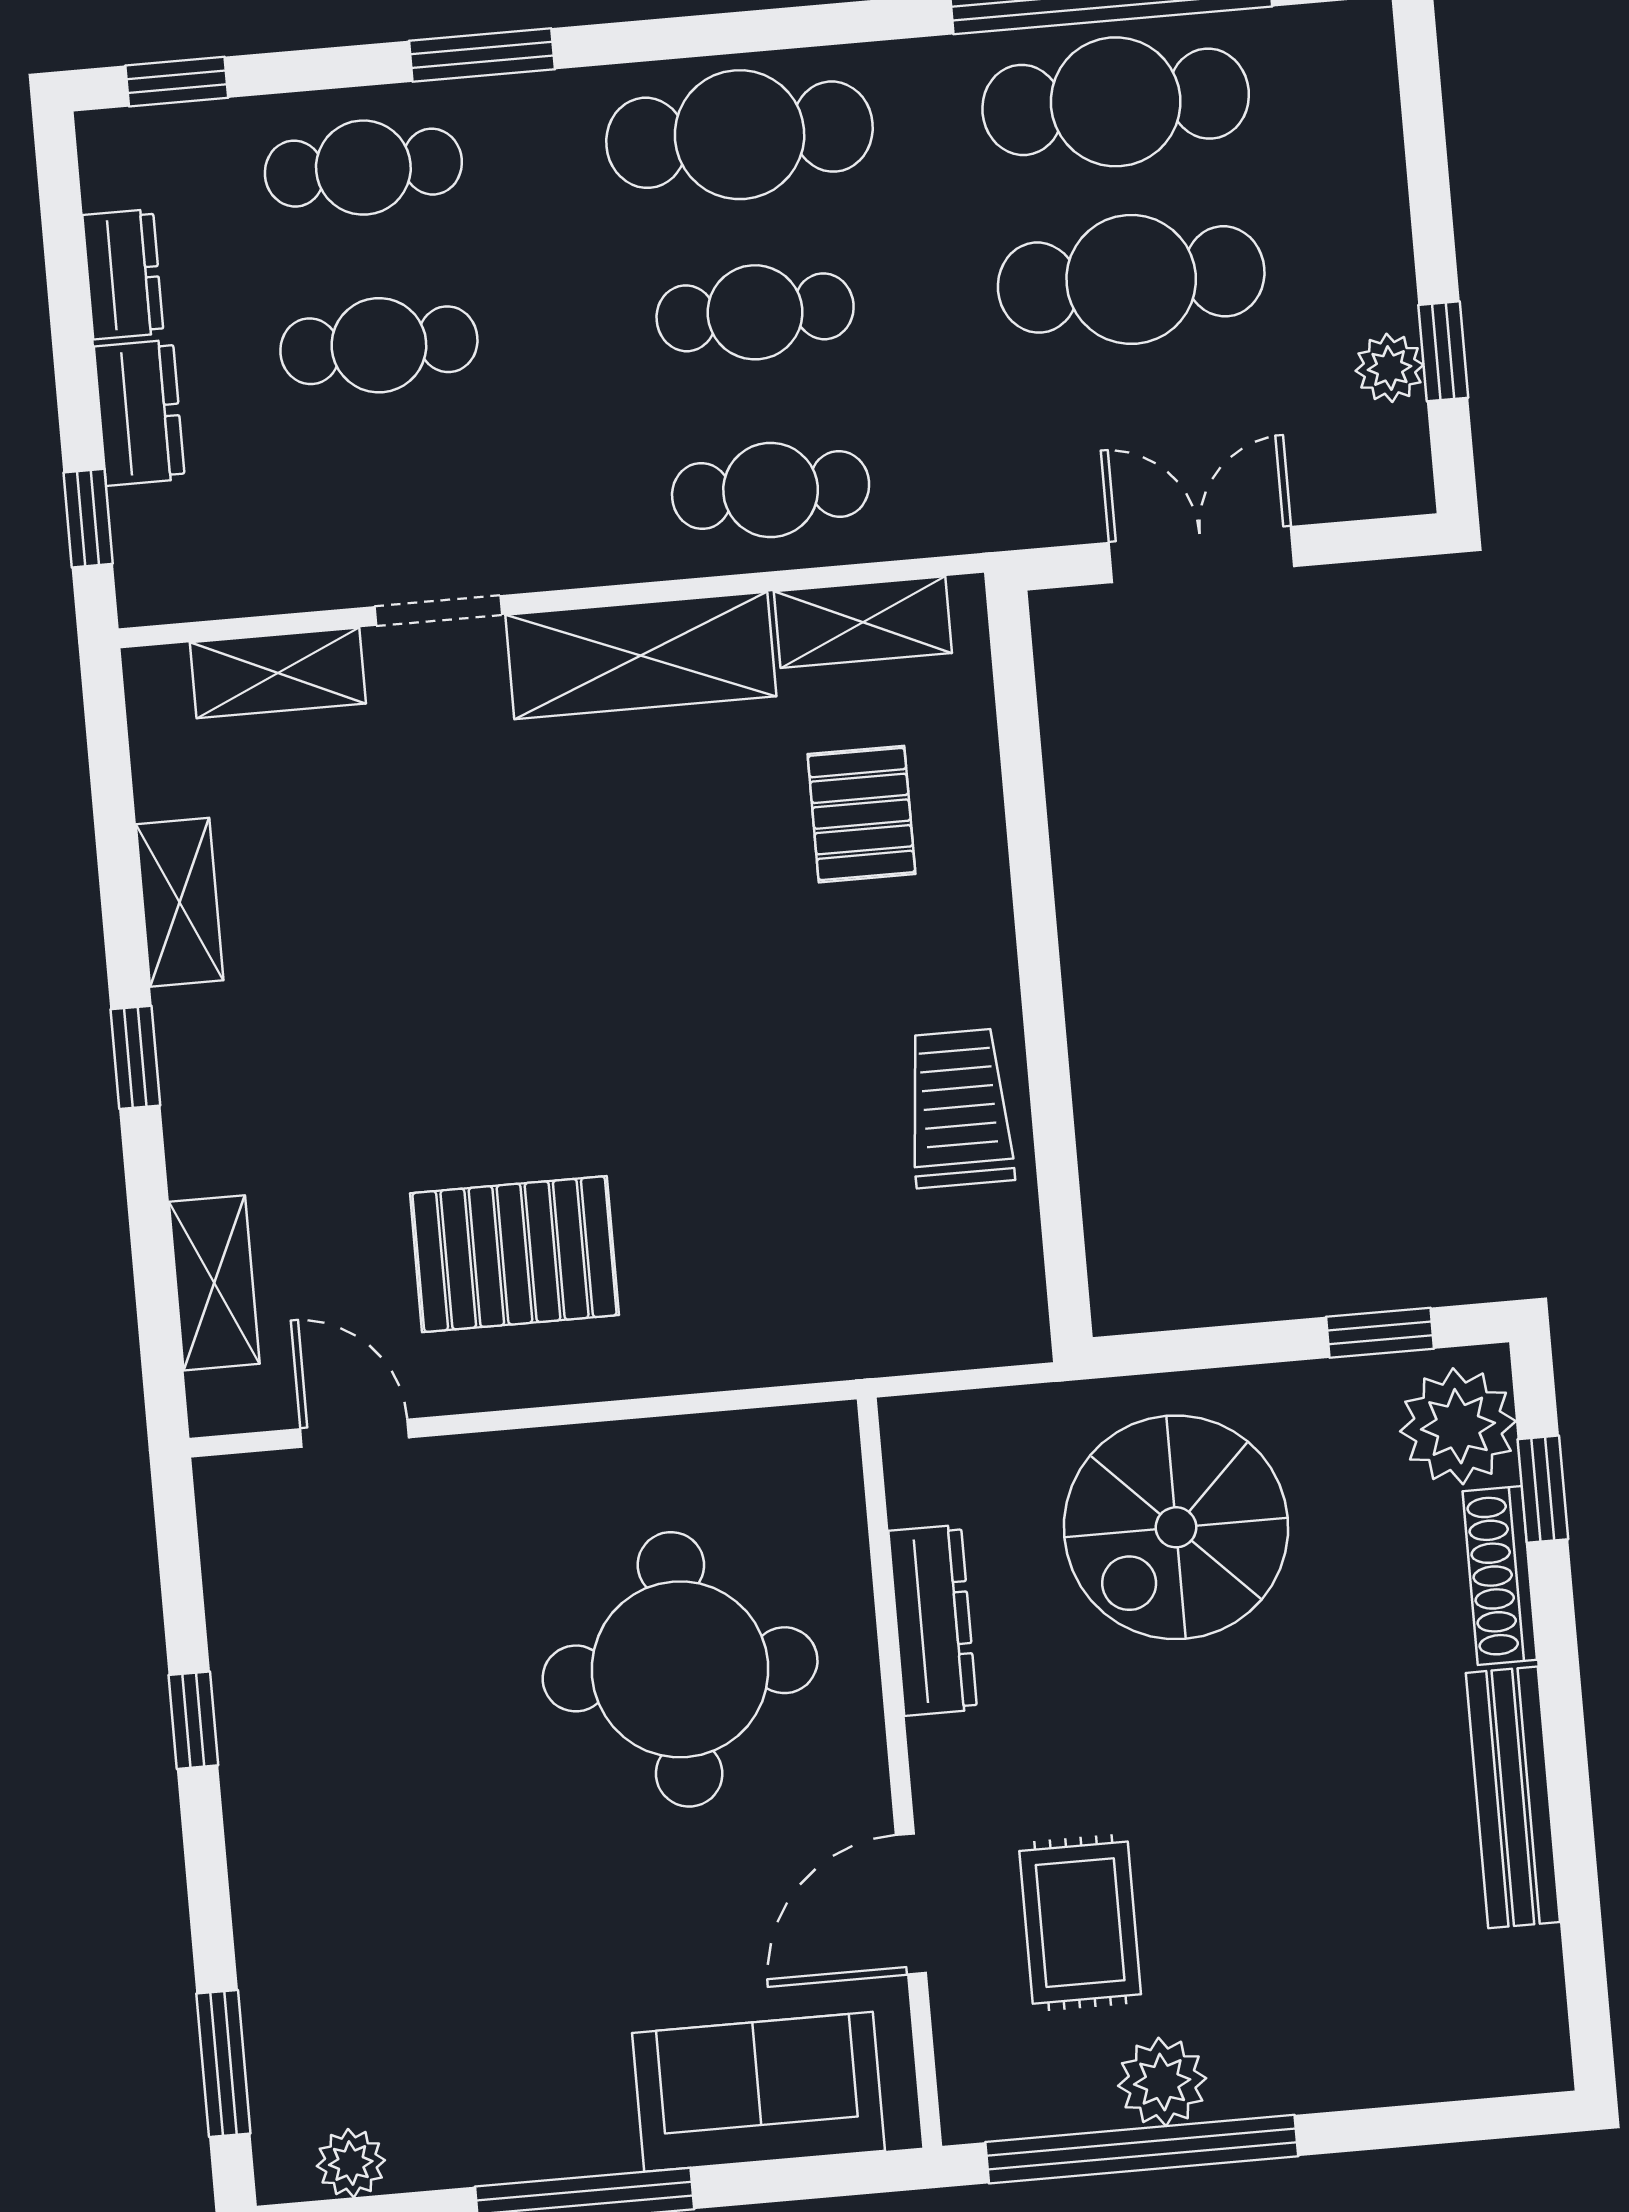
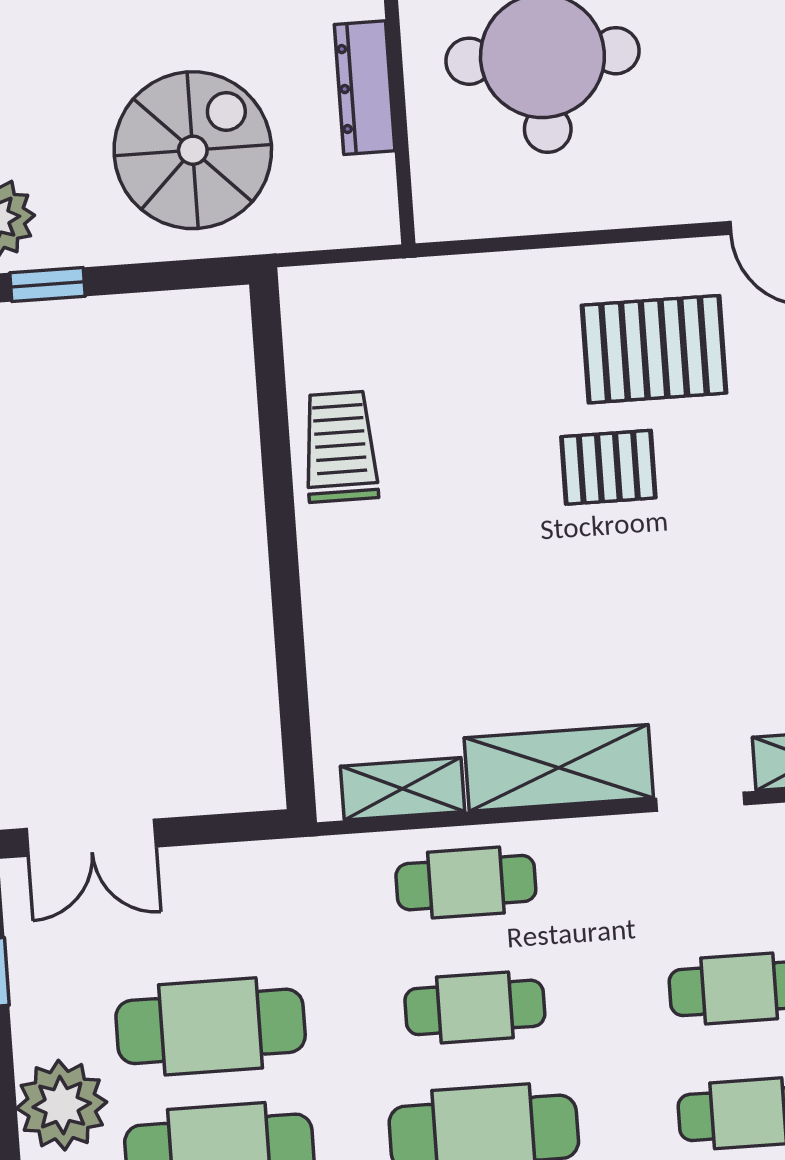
plant: (1389, 368) -> (62, 1105), moved, width x1.88, depth x1.88
double door: (1201, 555) -> (91, 838), moved
pallet: (861, 814) -> (608, 467), moved, turned 90
trolley: (959, 1108) -> (340, 447), turned 180

